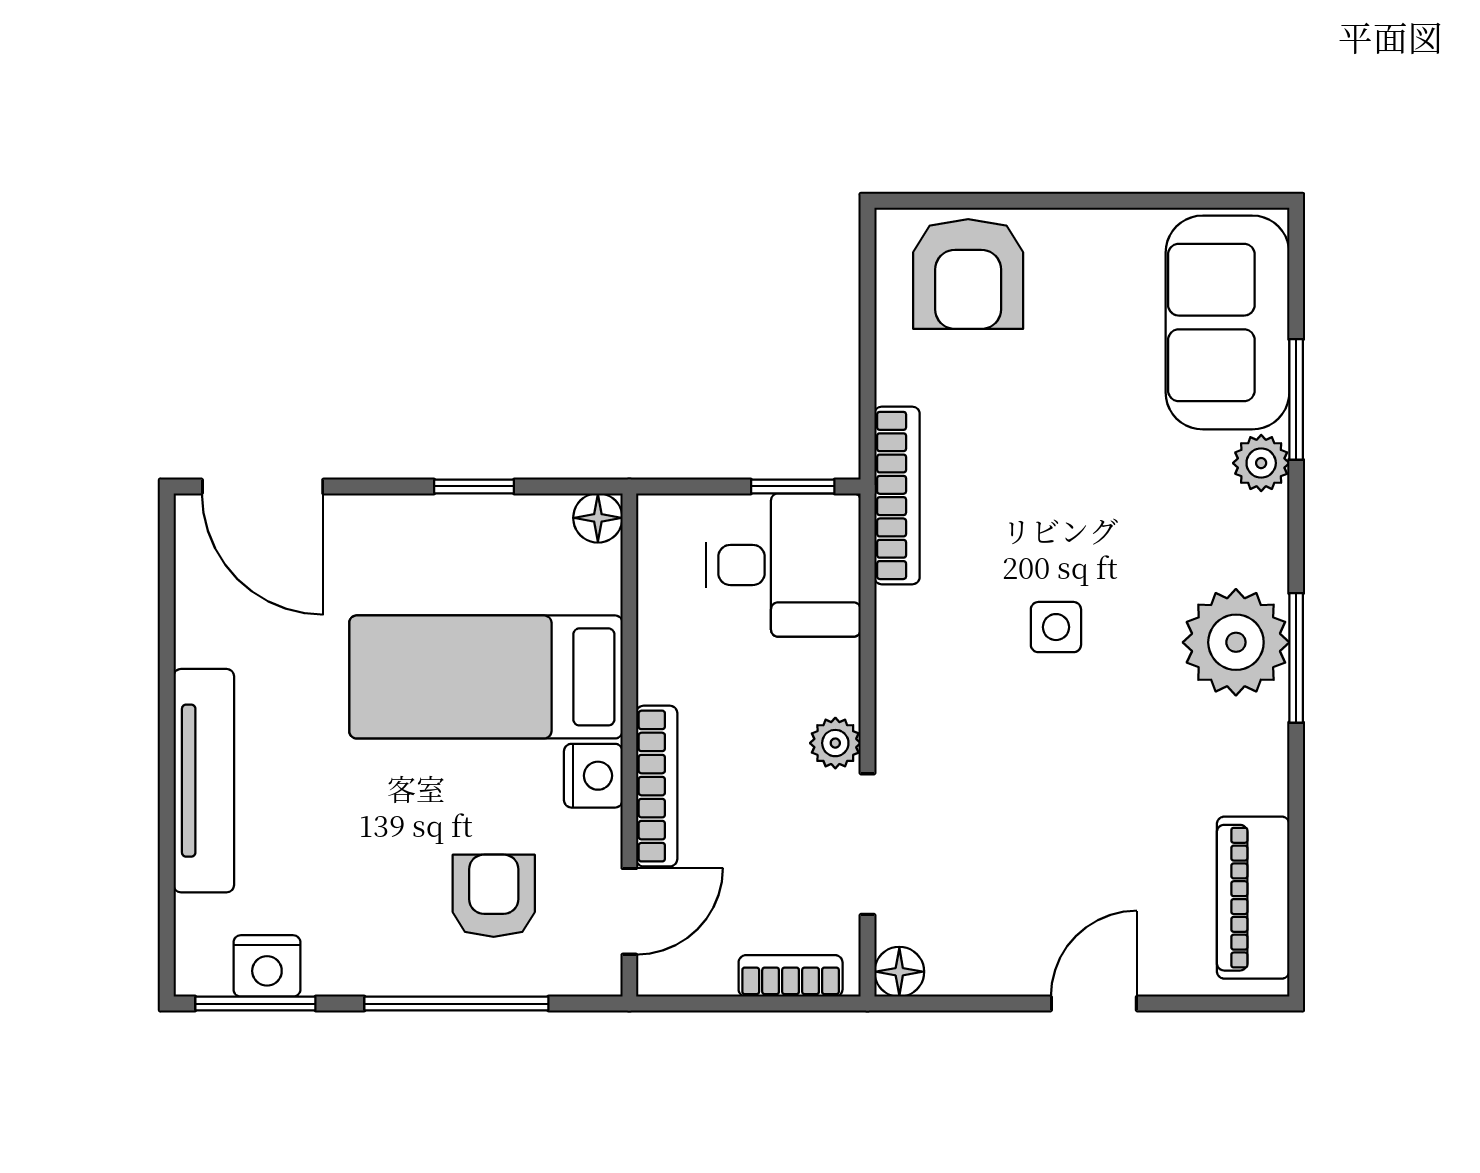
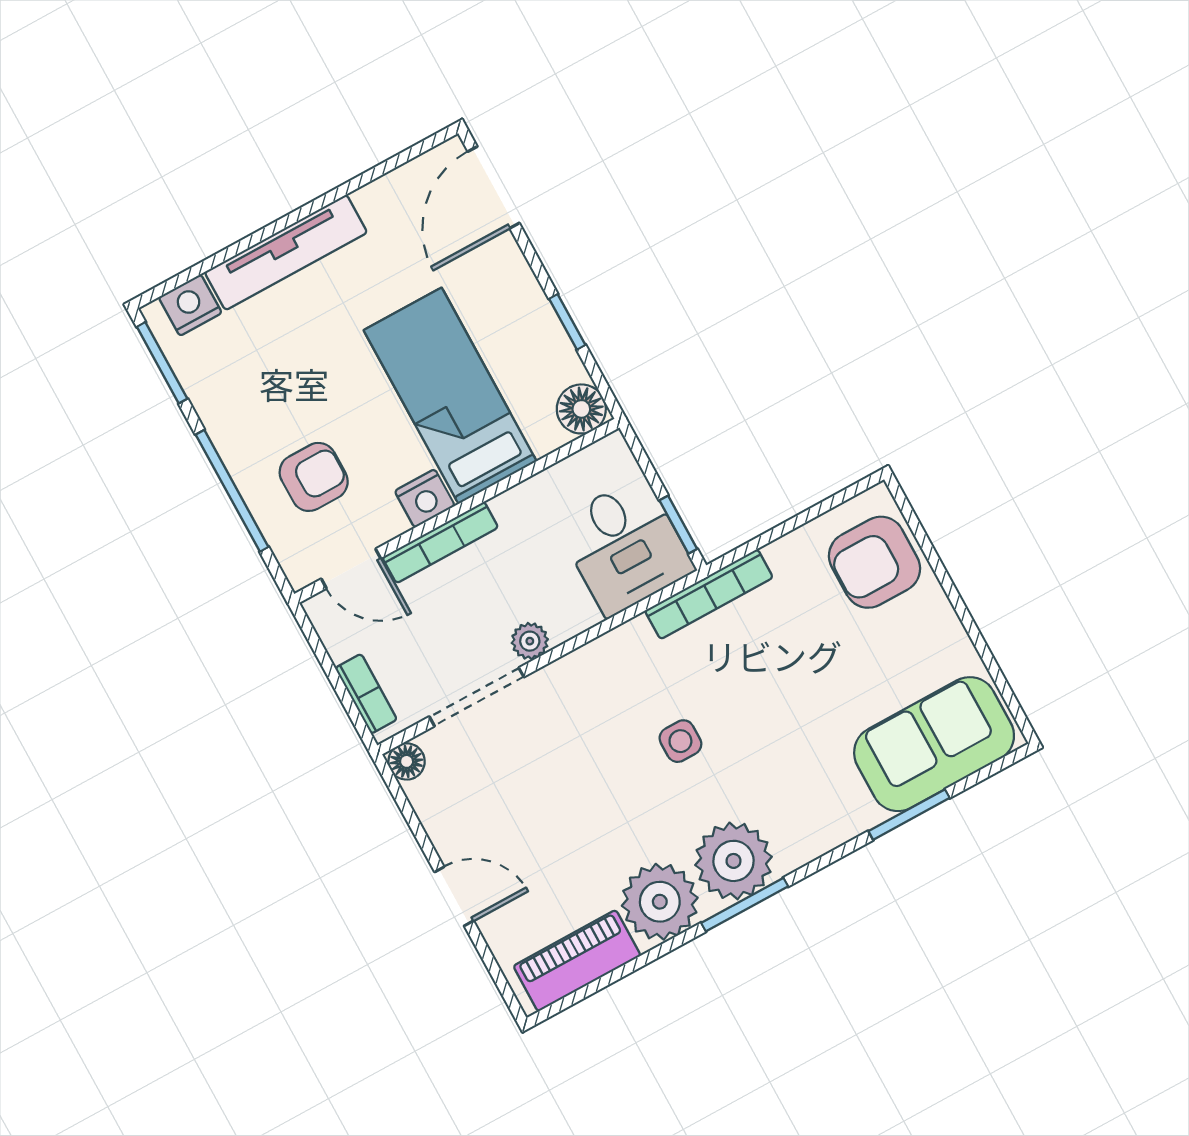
plant: (1261, 463) -> (660, 902), moved, width x1.88, depth x1.88
floor lamp: (598, 518) -> (581, 409), width x1.37, depth x1.37
nightstand: (267, 966) -> (190, 305), moved, turned 90

